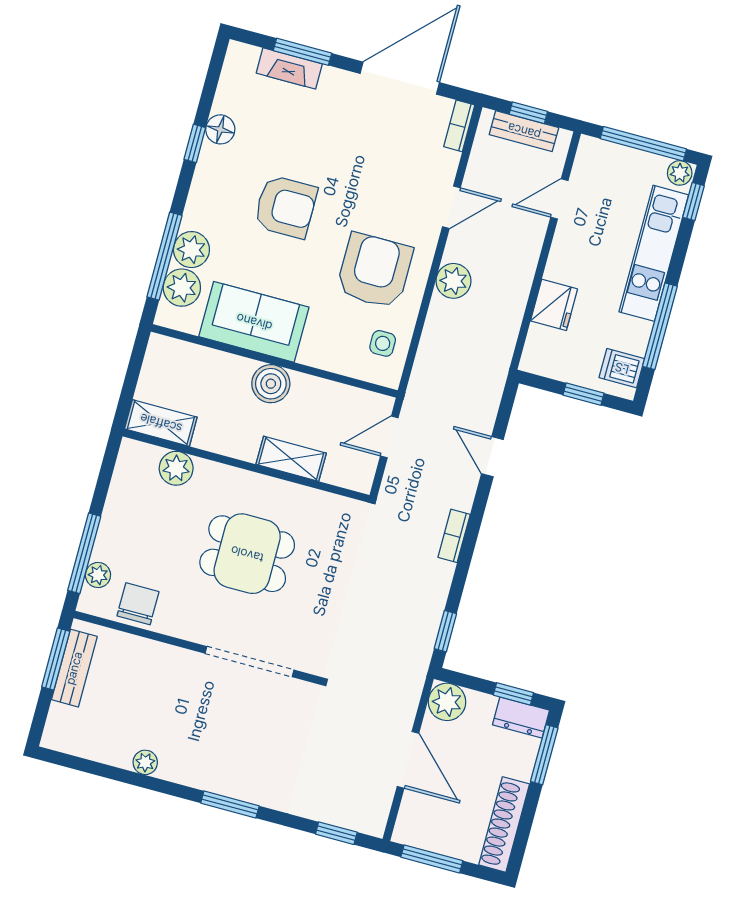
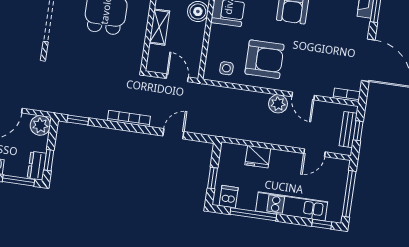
plant: (680, 173) -> (336, 215), removed
door: (559, 199) -> (315, 153), swing flipped
plant: (453, 281) -> (278, 104), moved
bookcase: (454, 536) -> (129, 118), width x1.56

